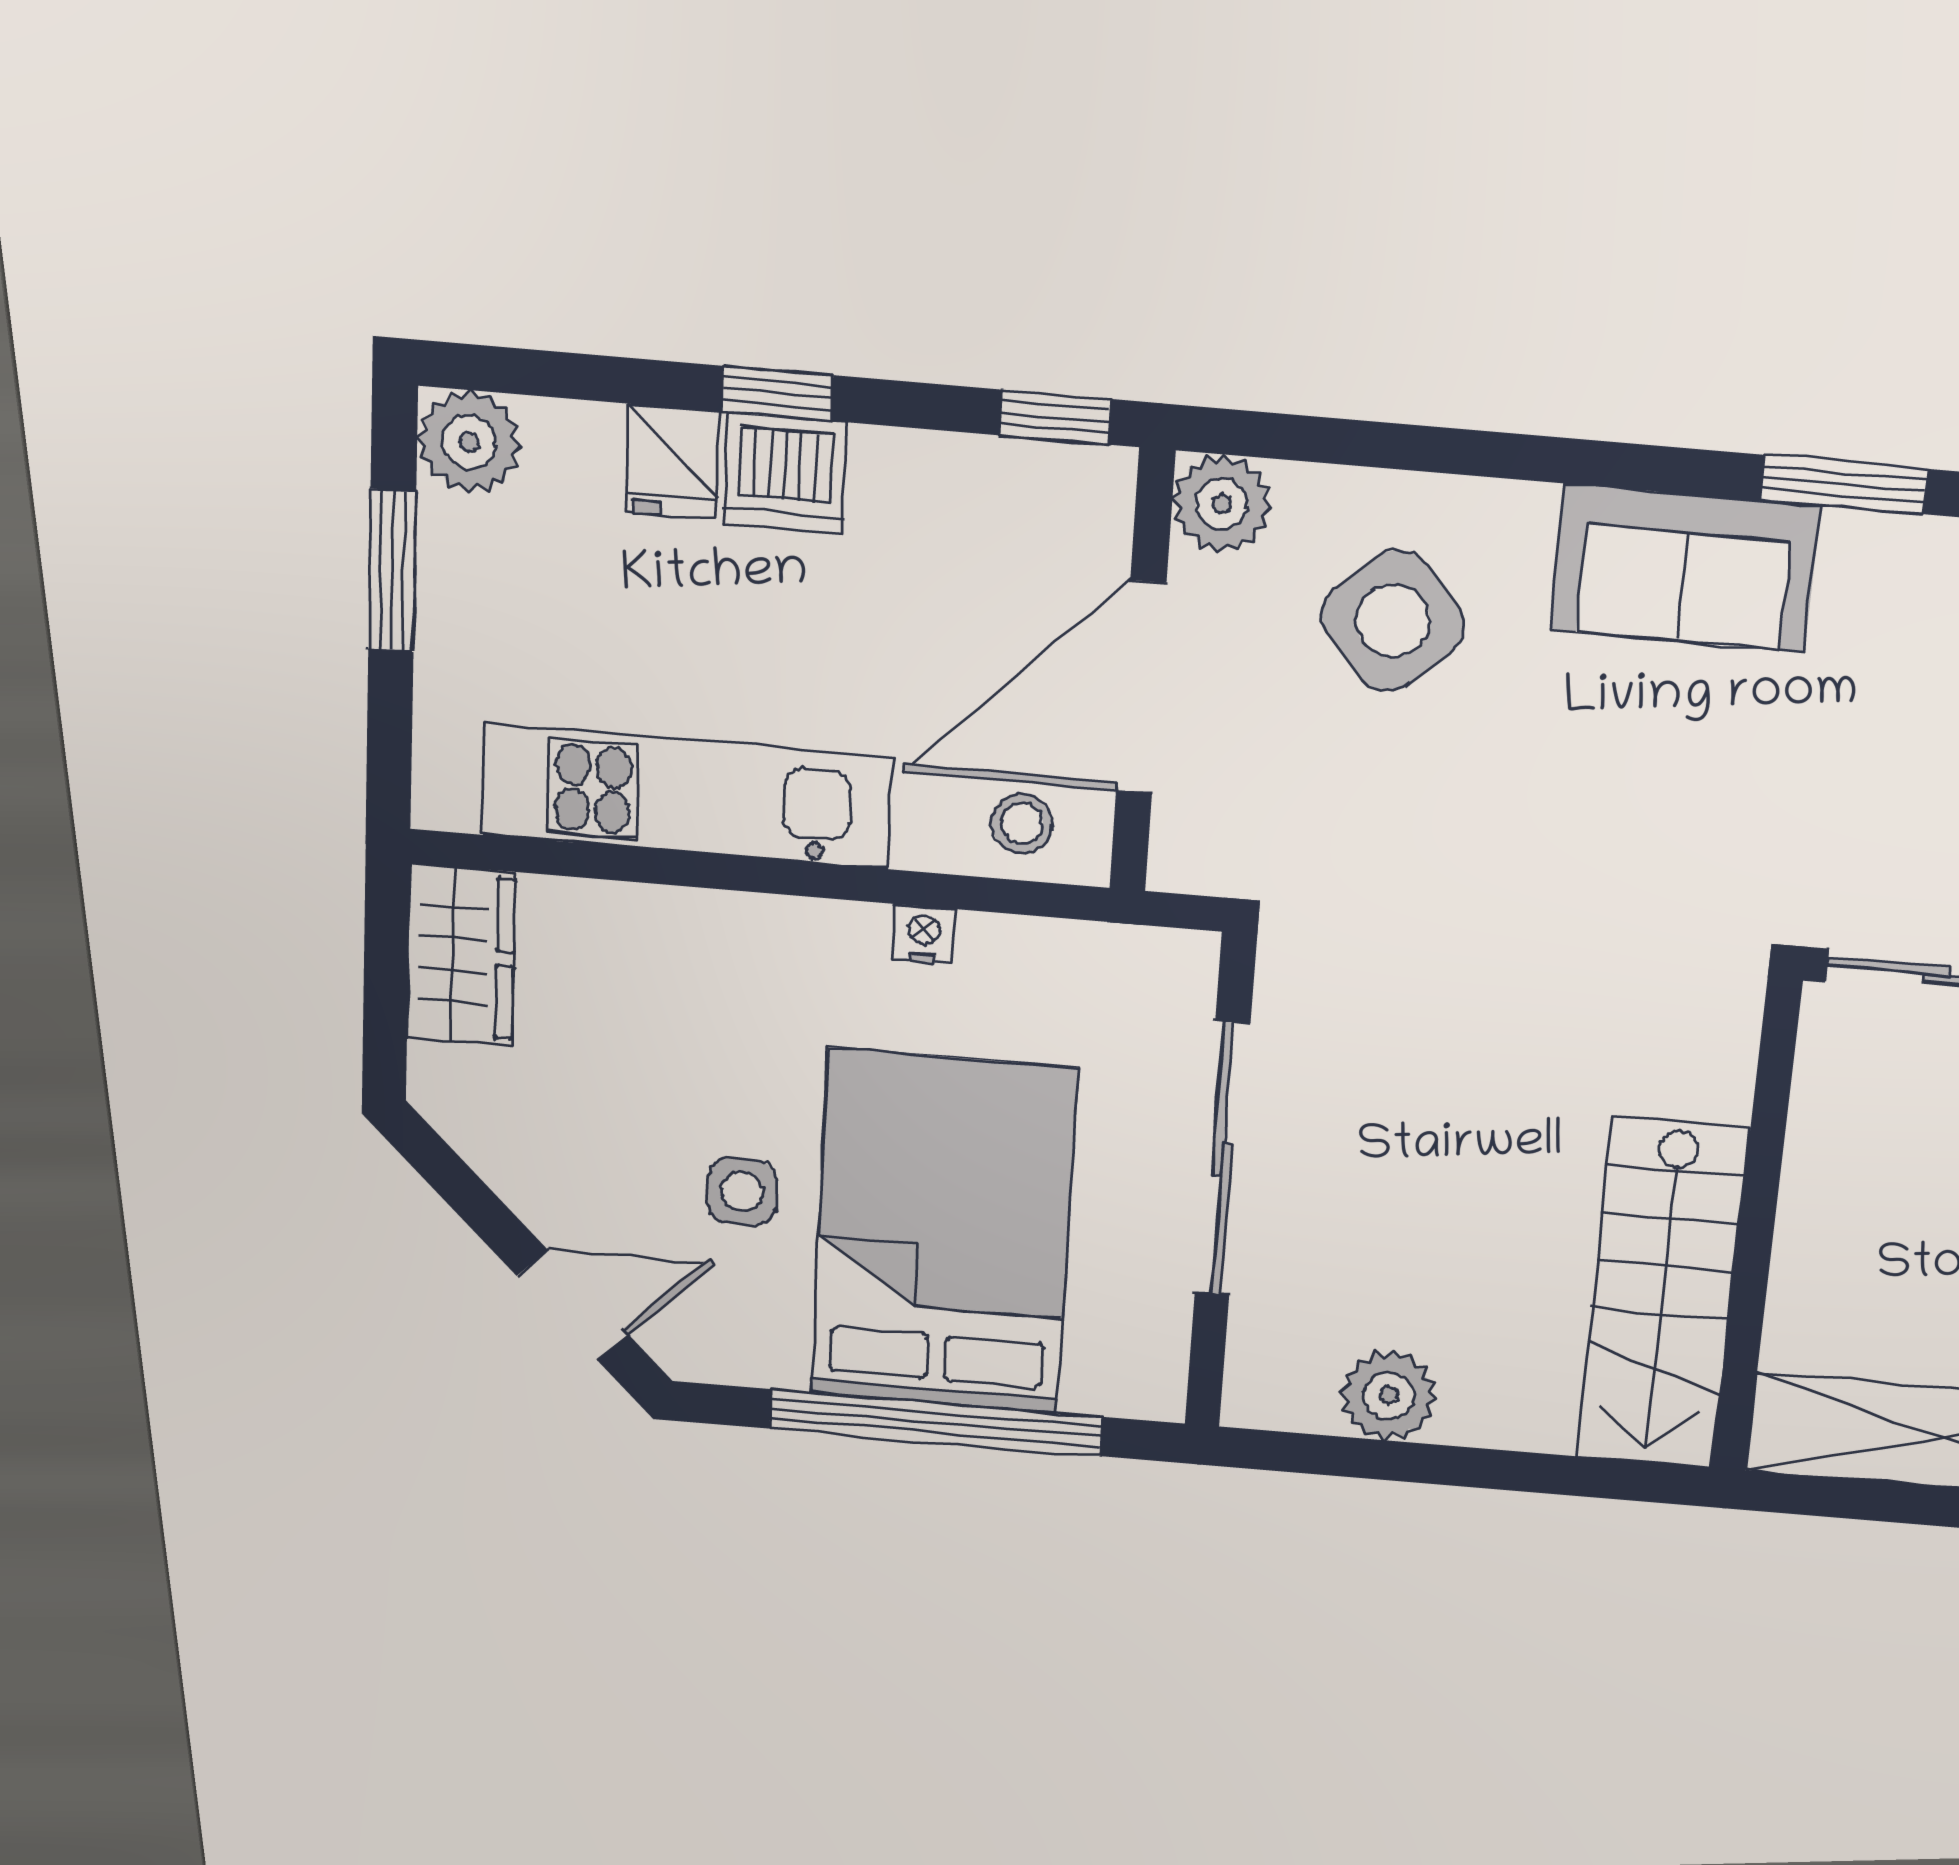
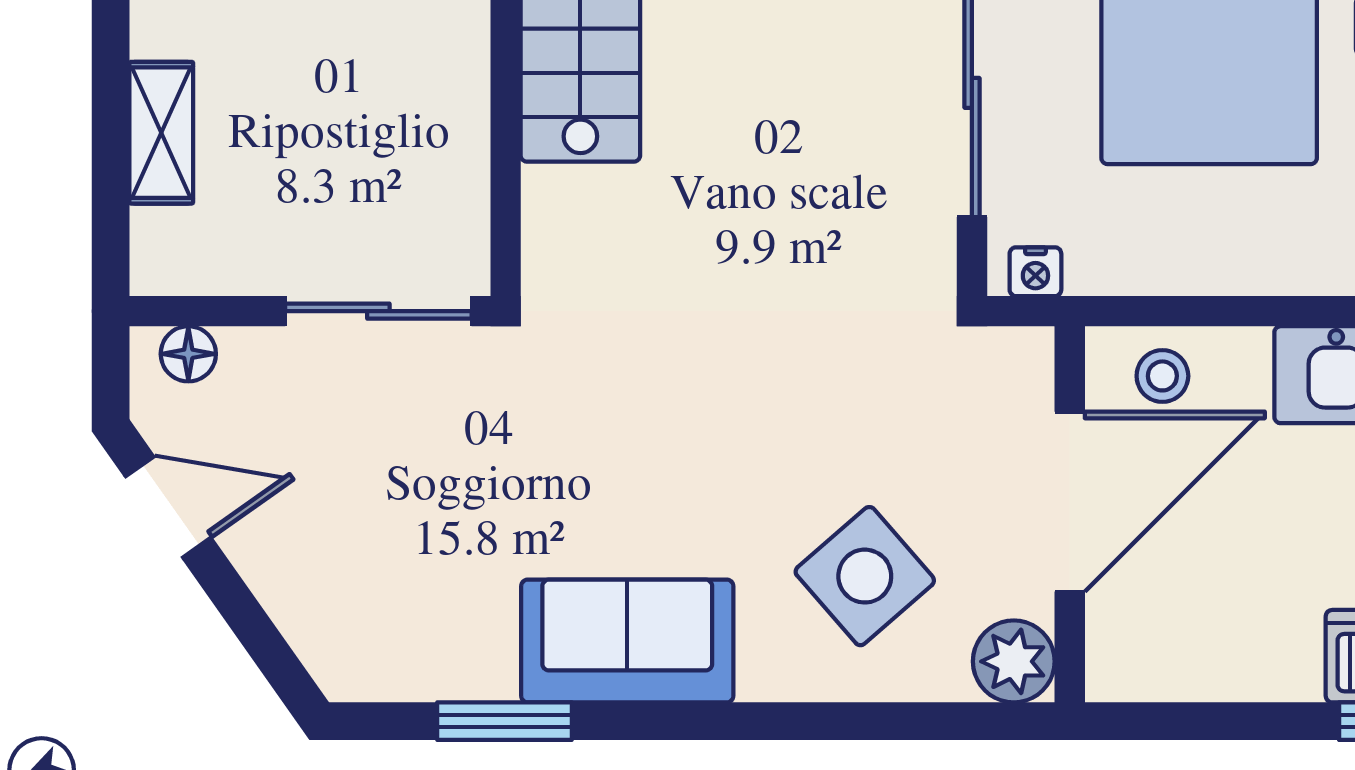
window: (1055, 417) -> (1155, 721), removed
nightstand: (924, 934) -> (1035, 272), moved

